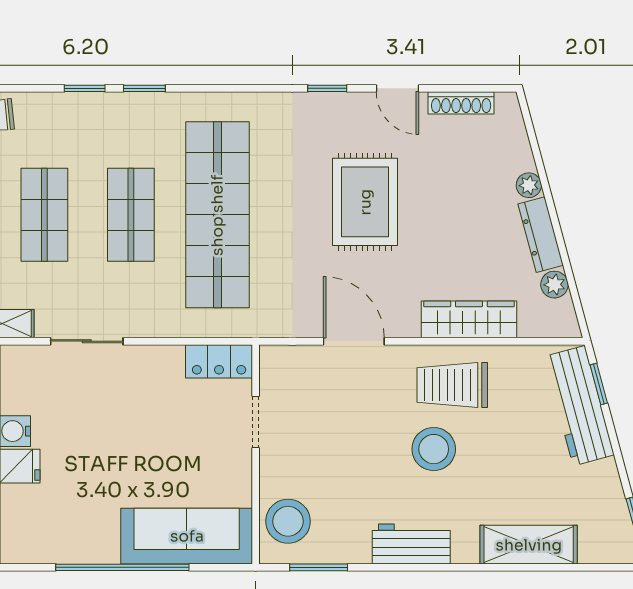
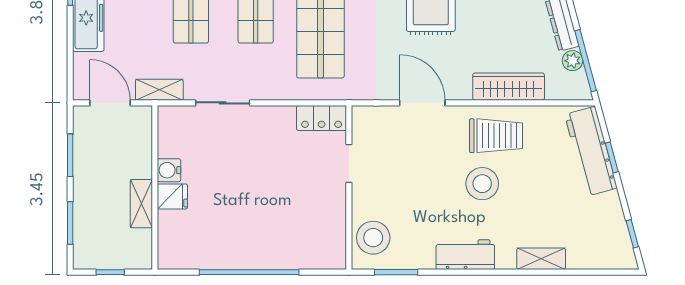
window: (572, 285) -> (586, 61), added
window: (599, 384) -> (612, 157), moved
trolley: (452, 385) -> (496, 136), turned 180
sofa: (187, 536) -> (297, 249), removed
shelving: (529, 545) -> (541, 259), width x0.67, depth x0.75

